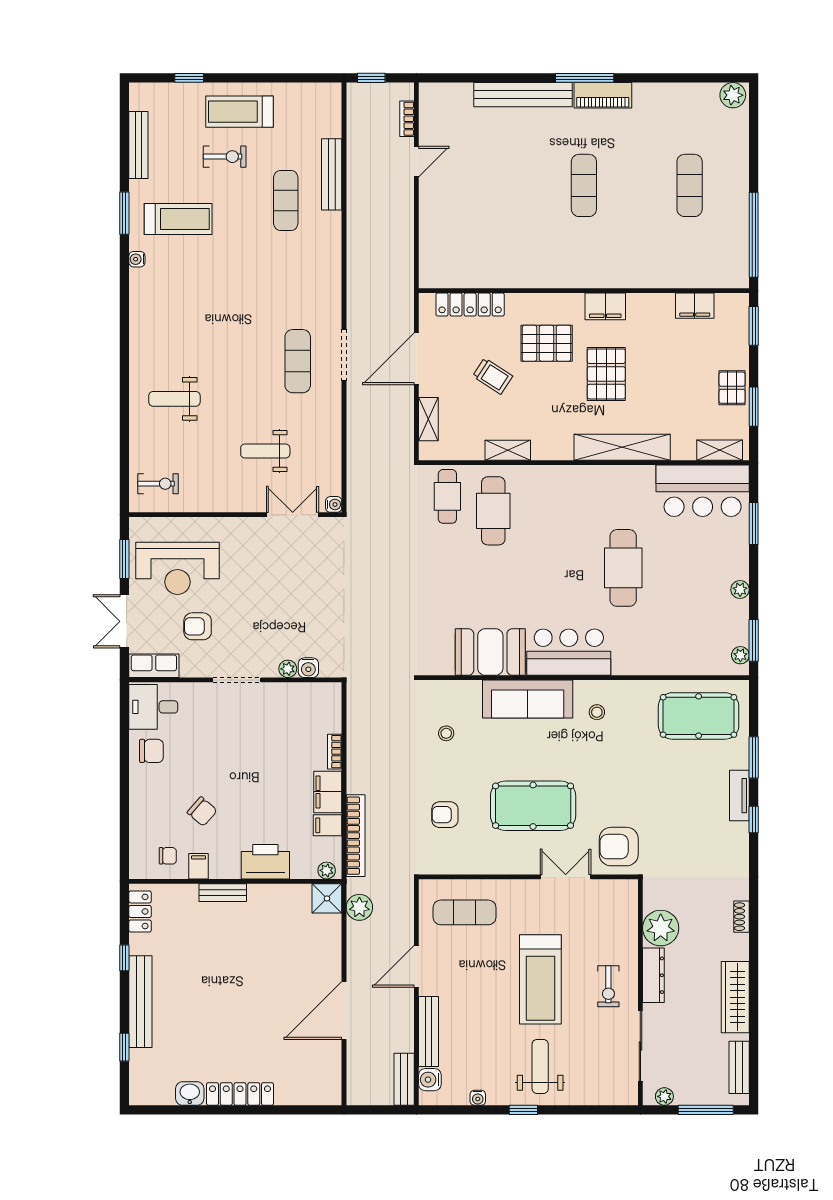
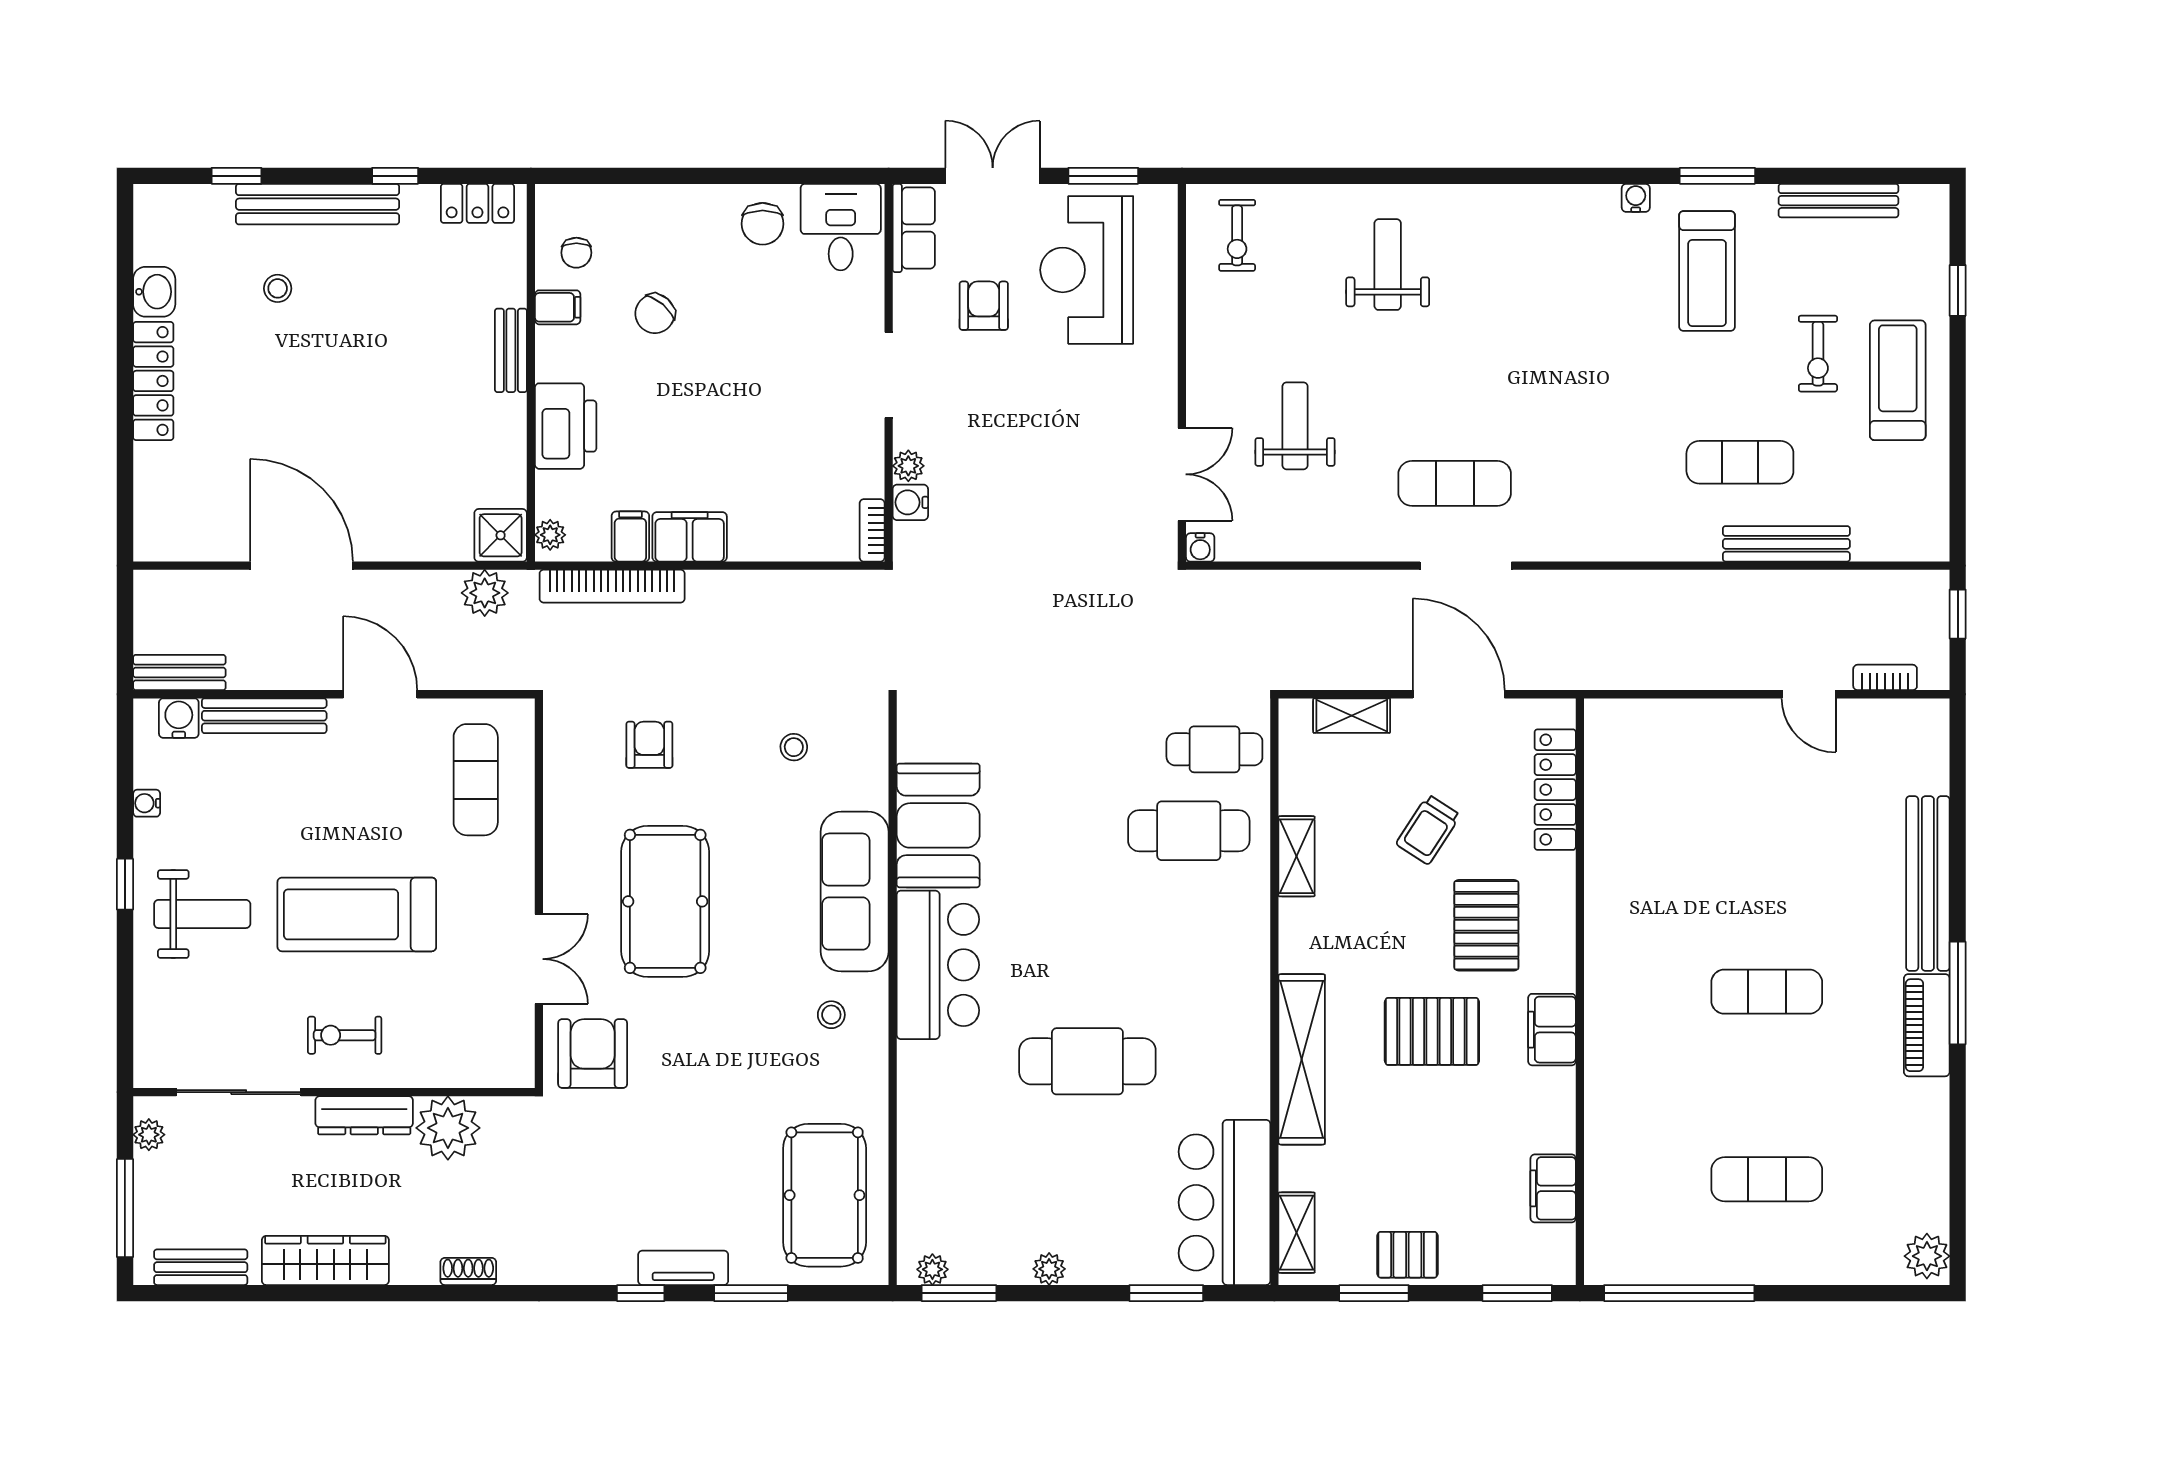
bookcase: (335, 752) -> (872, 530), moved, turned -90
stool: (188, 1024) -> (278, 288), added

